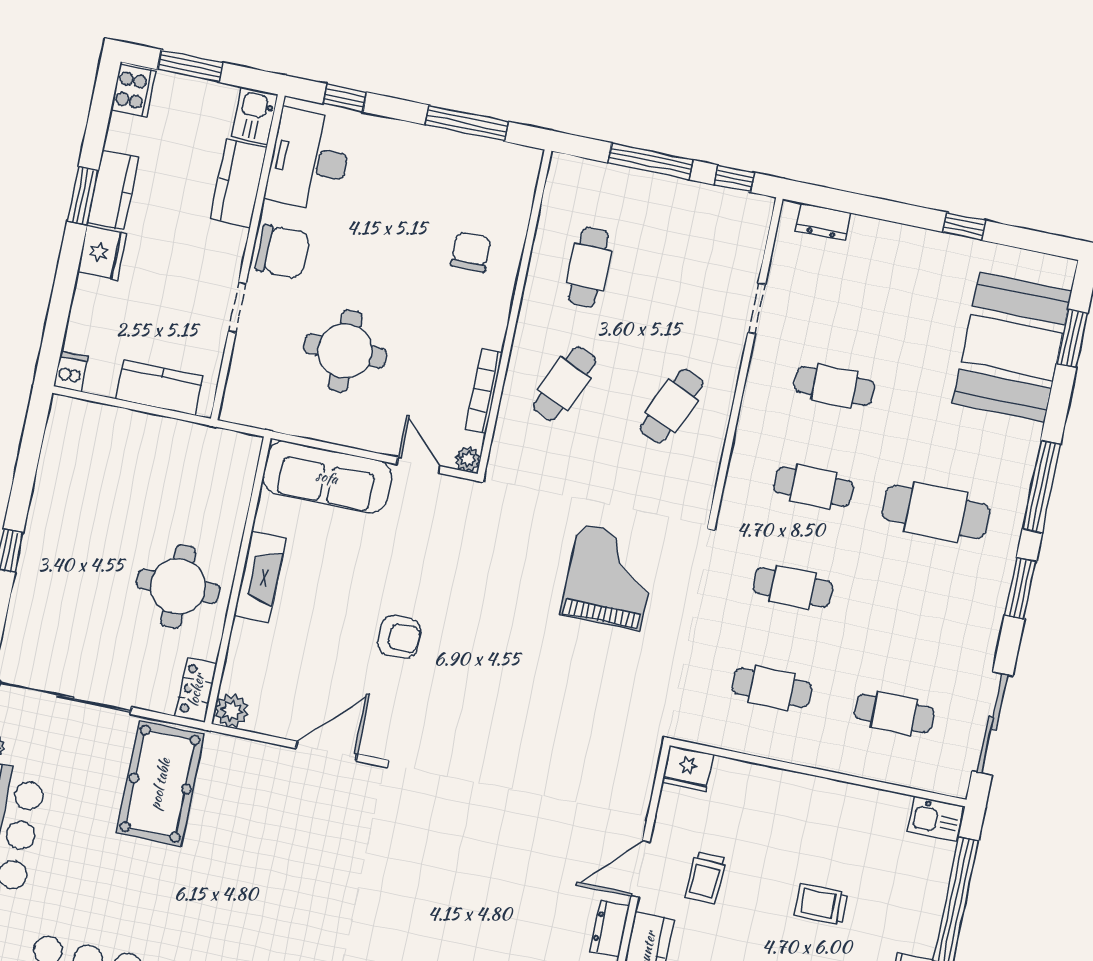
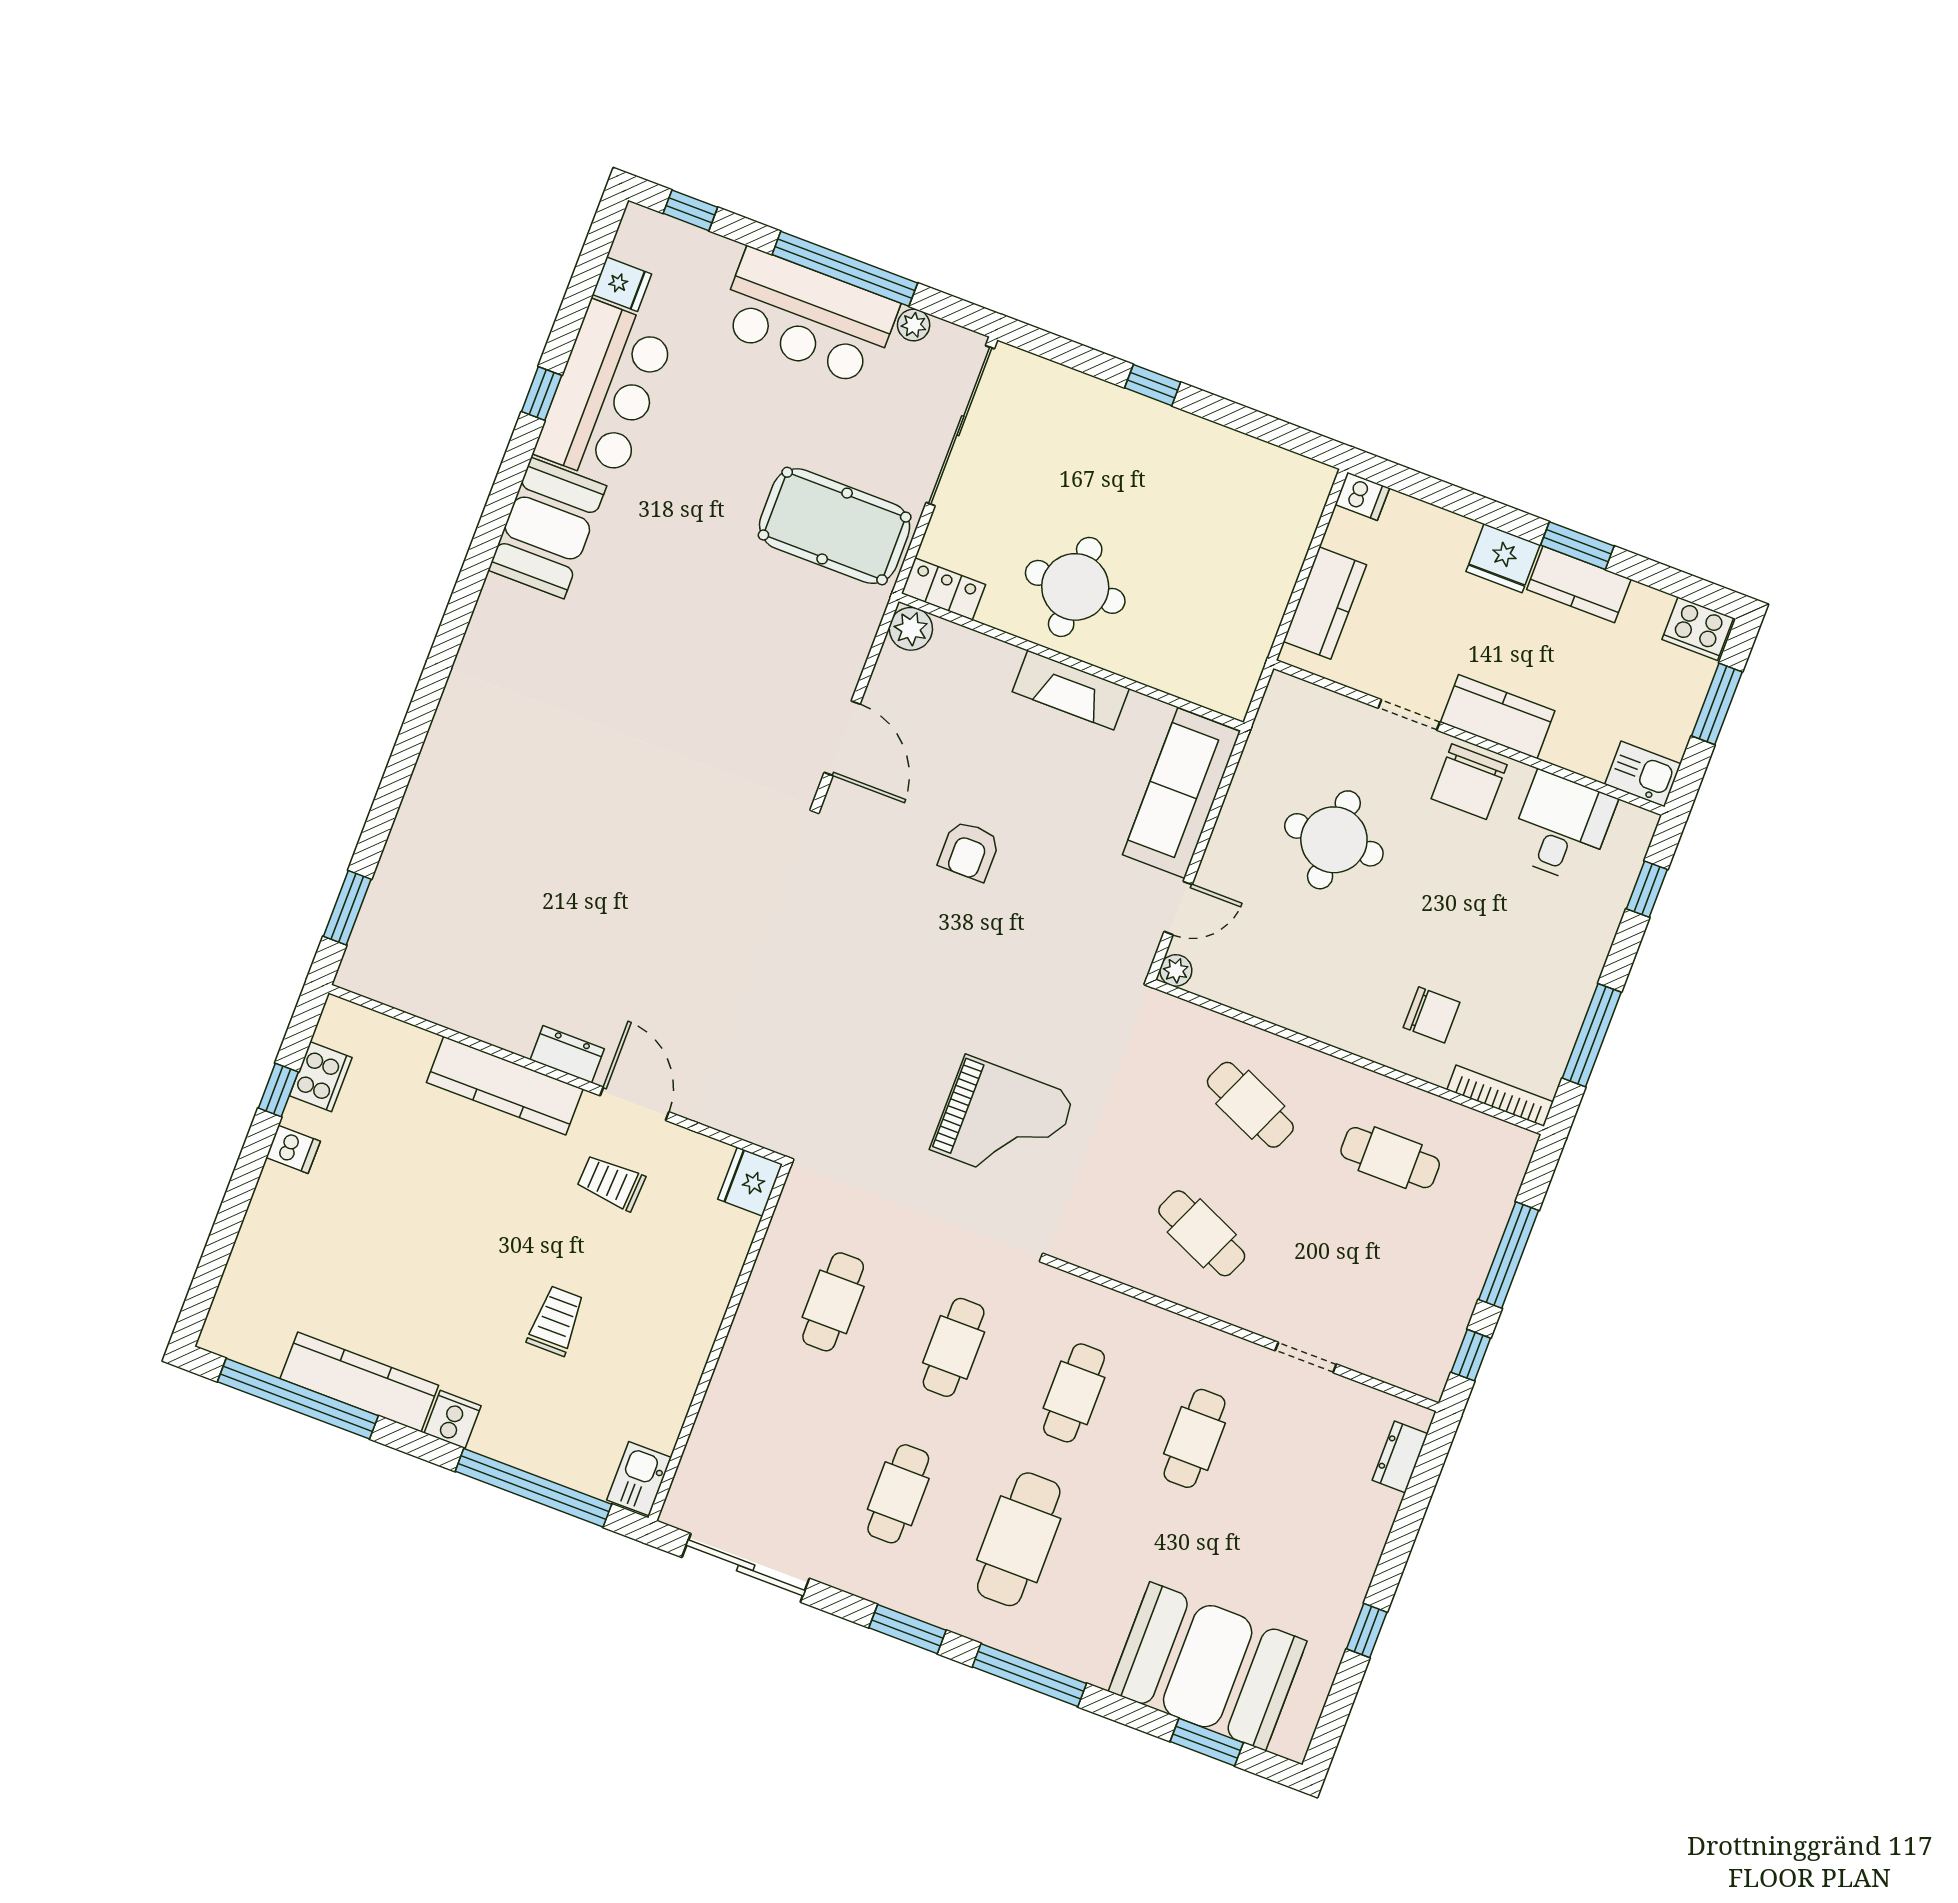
desk: (309, 160) -> (1562, 827), width x0.73
kitchen counter: (239, 183) -> (1498, 717), moved
bookcase: (484, 391) -> (1500, 1096), moved
cafe table: (894, 713) -> (898, 1494), moved

